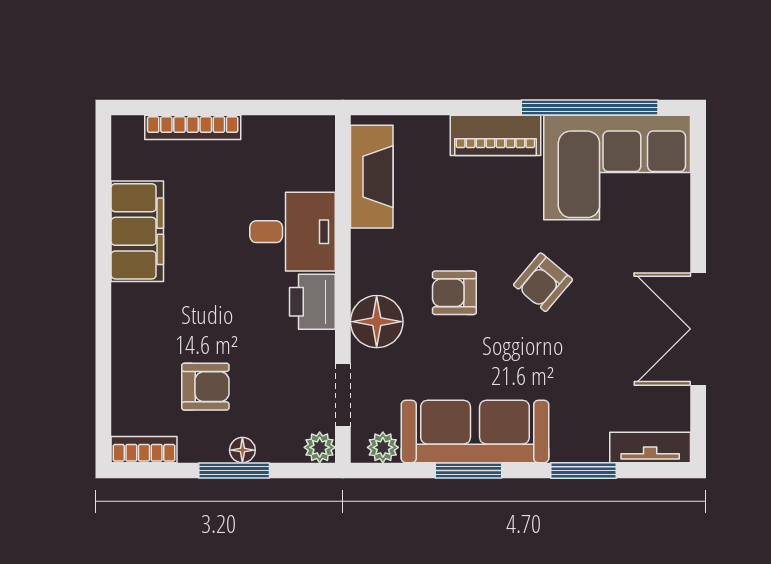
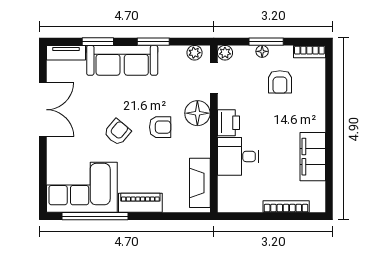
armchair: (205, 387) -> (280, 82), turned -90
sofa: (475, 432) -> (122, 60), moved

